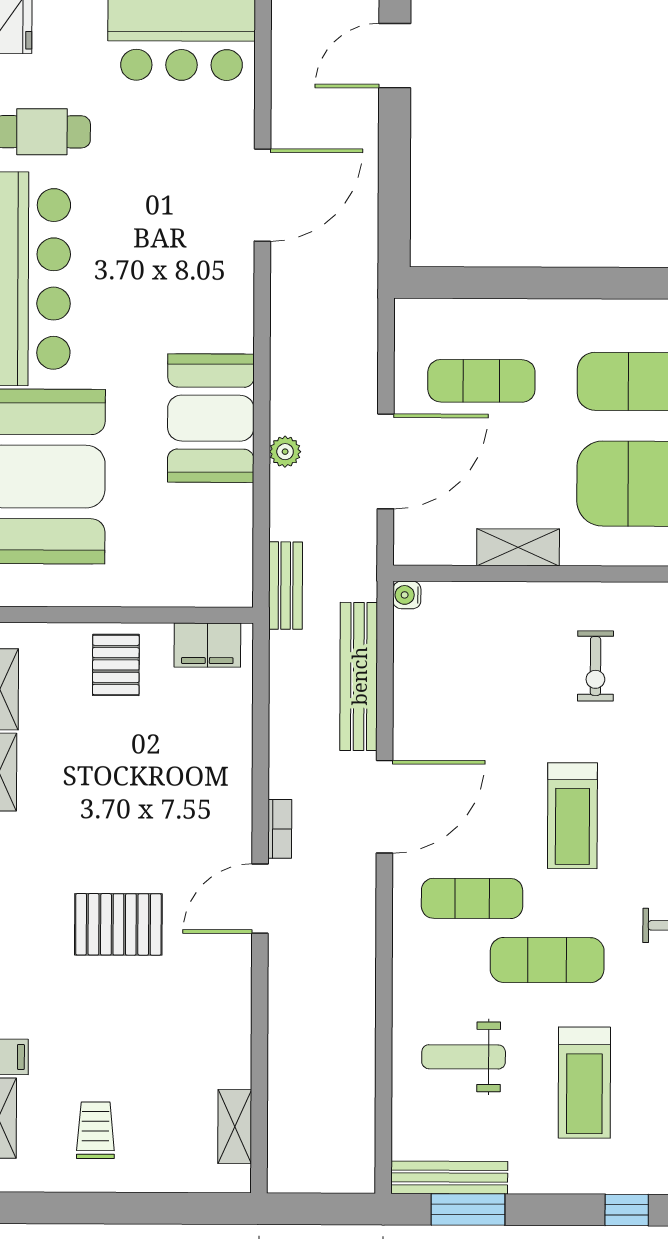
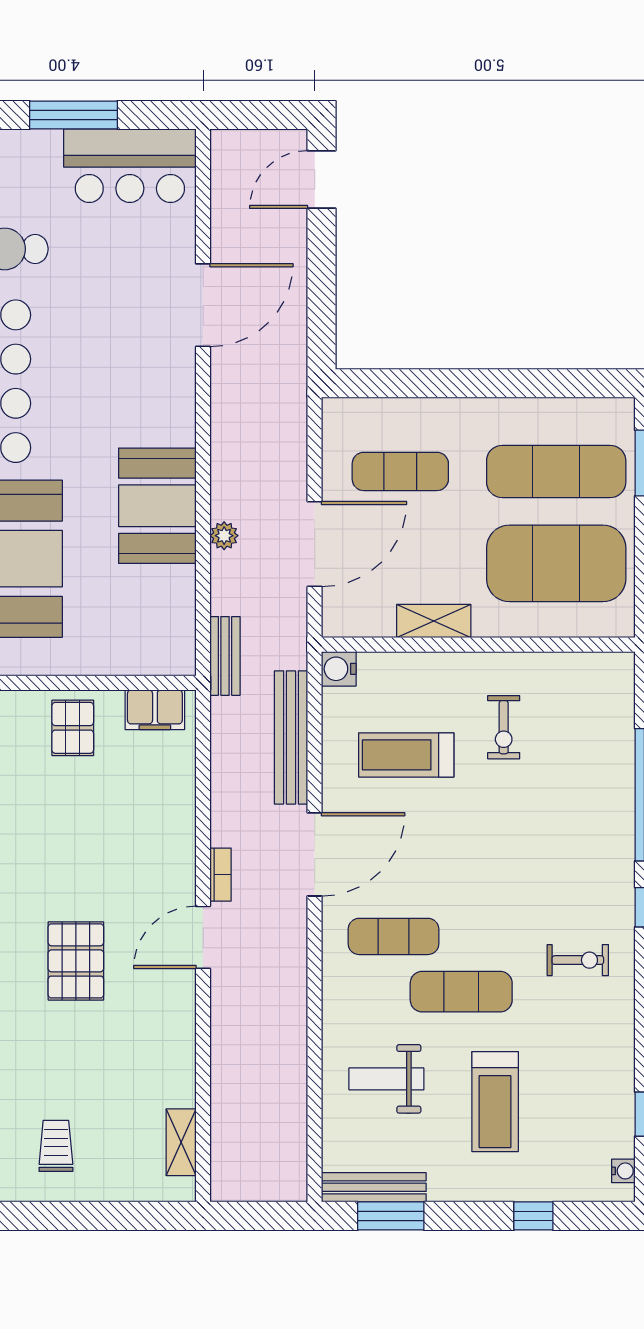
water cooler: (407, 595) -> (339, 669), width x1.38, depth x1.38
treadmill: (572, 816) -> (406, 755), moved, turned 90
pallet: (118, 924) -> (76, 961), turned 90

